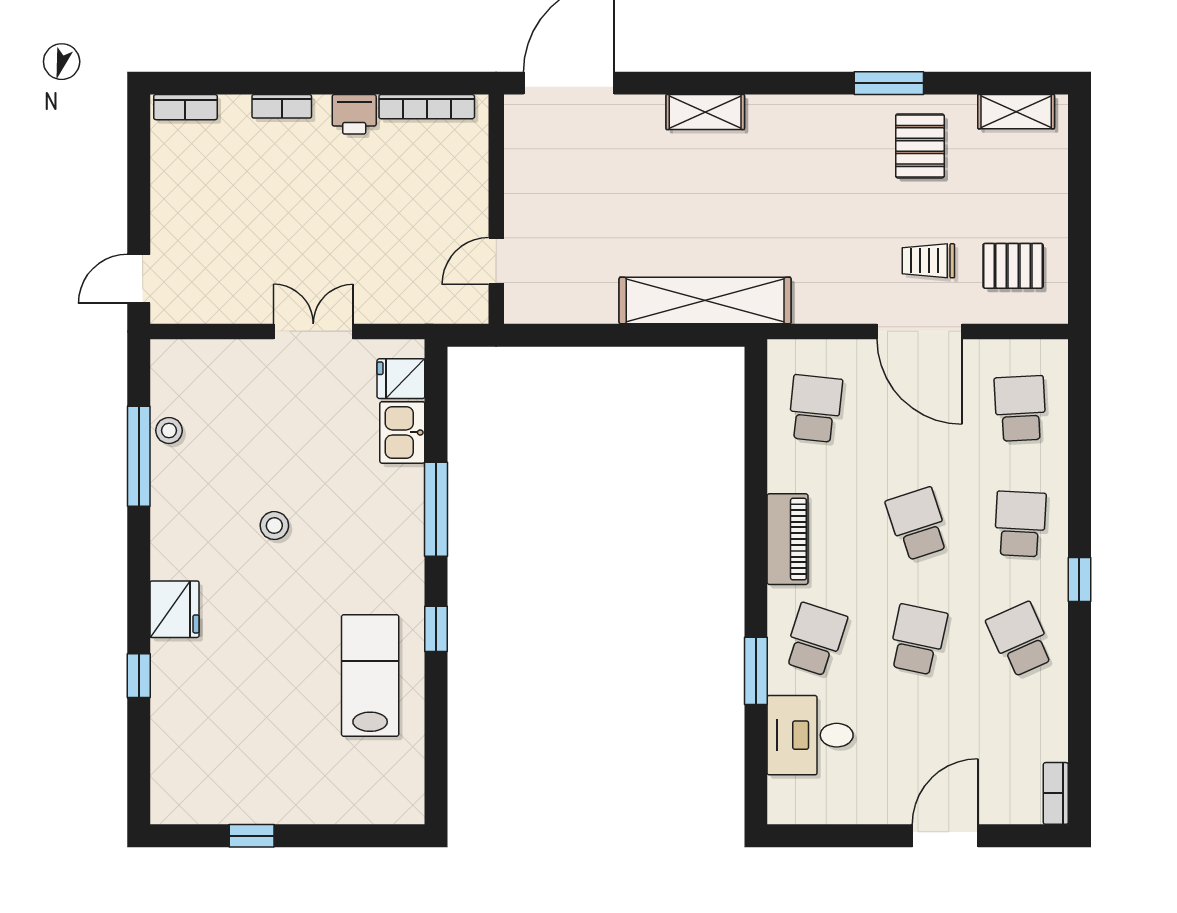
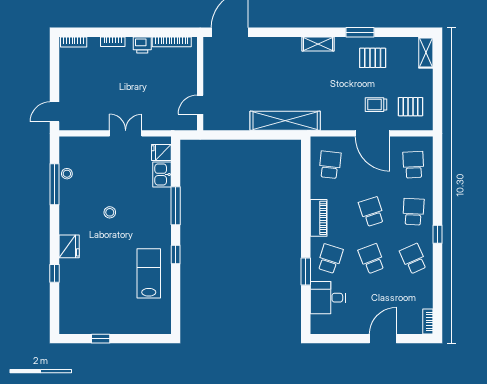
shelving: (705, 112) -> (318, 44), moved
shelving: (1016, 112) -> (426, 52), moved, turned 90
pallet: (920, 146) -> (373, 58), turned 90
school desk: (918, 639) -> (372, 259), turned -33

